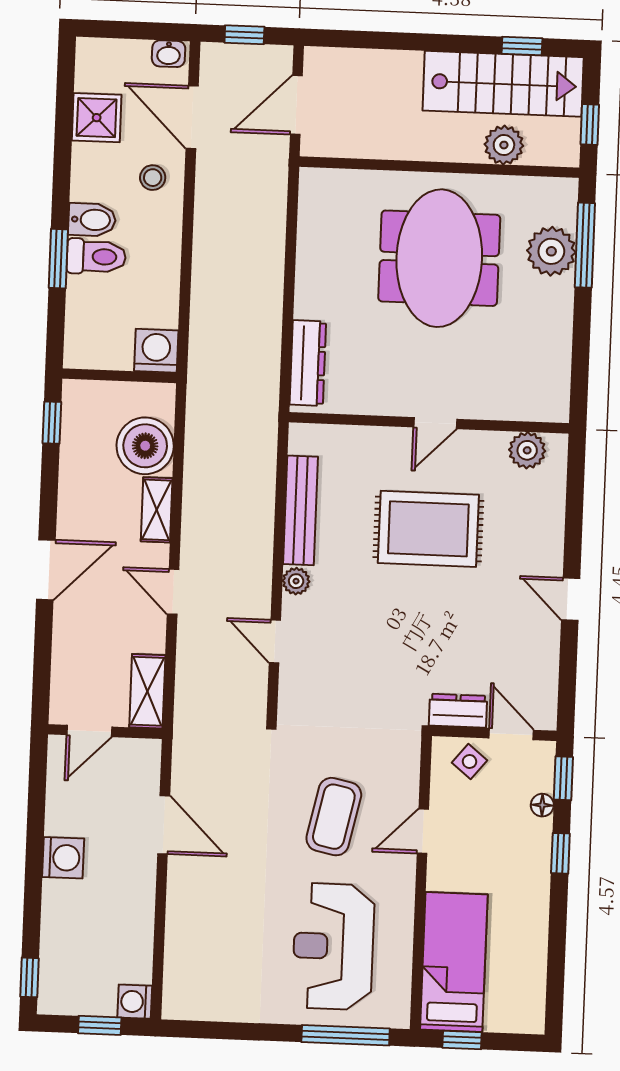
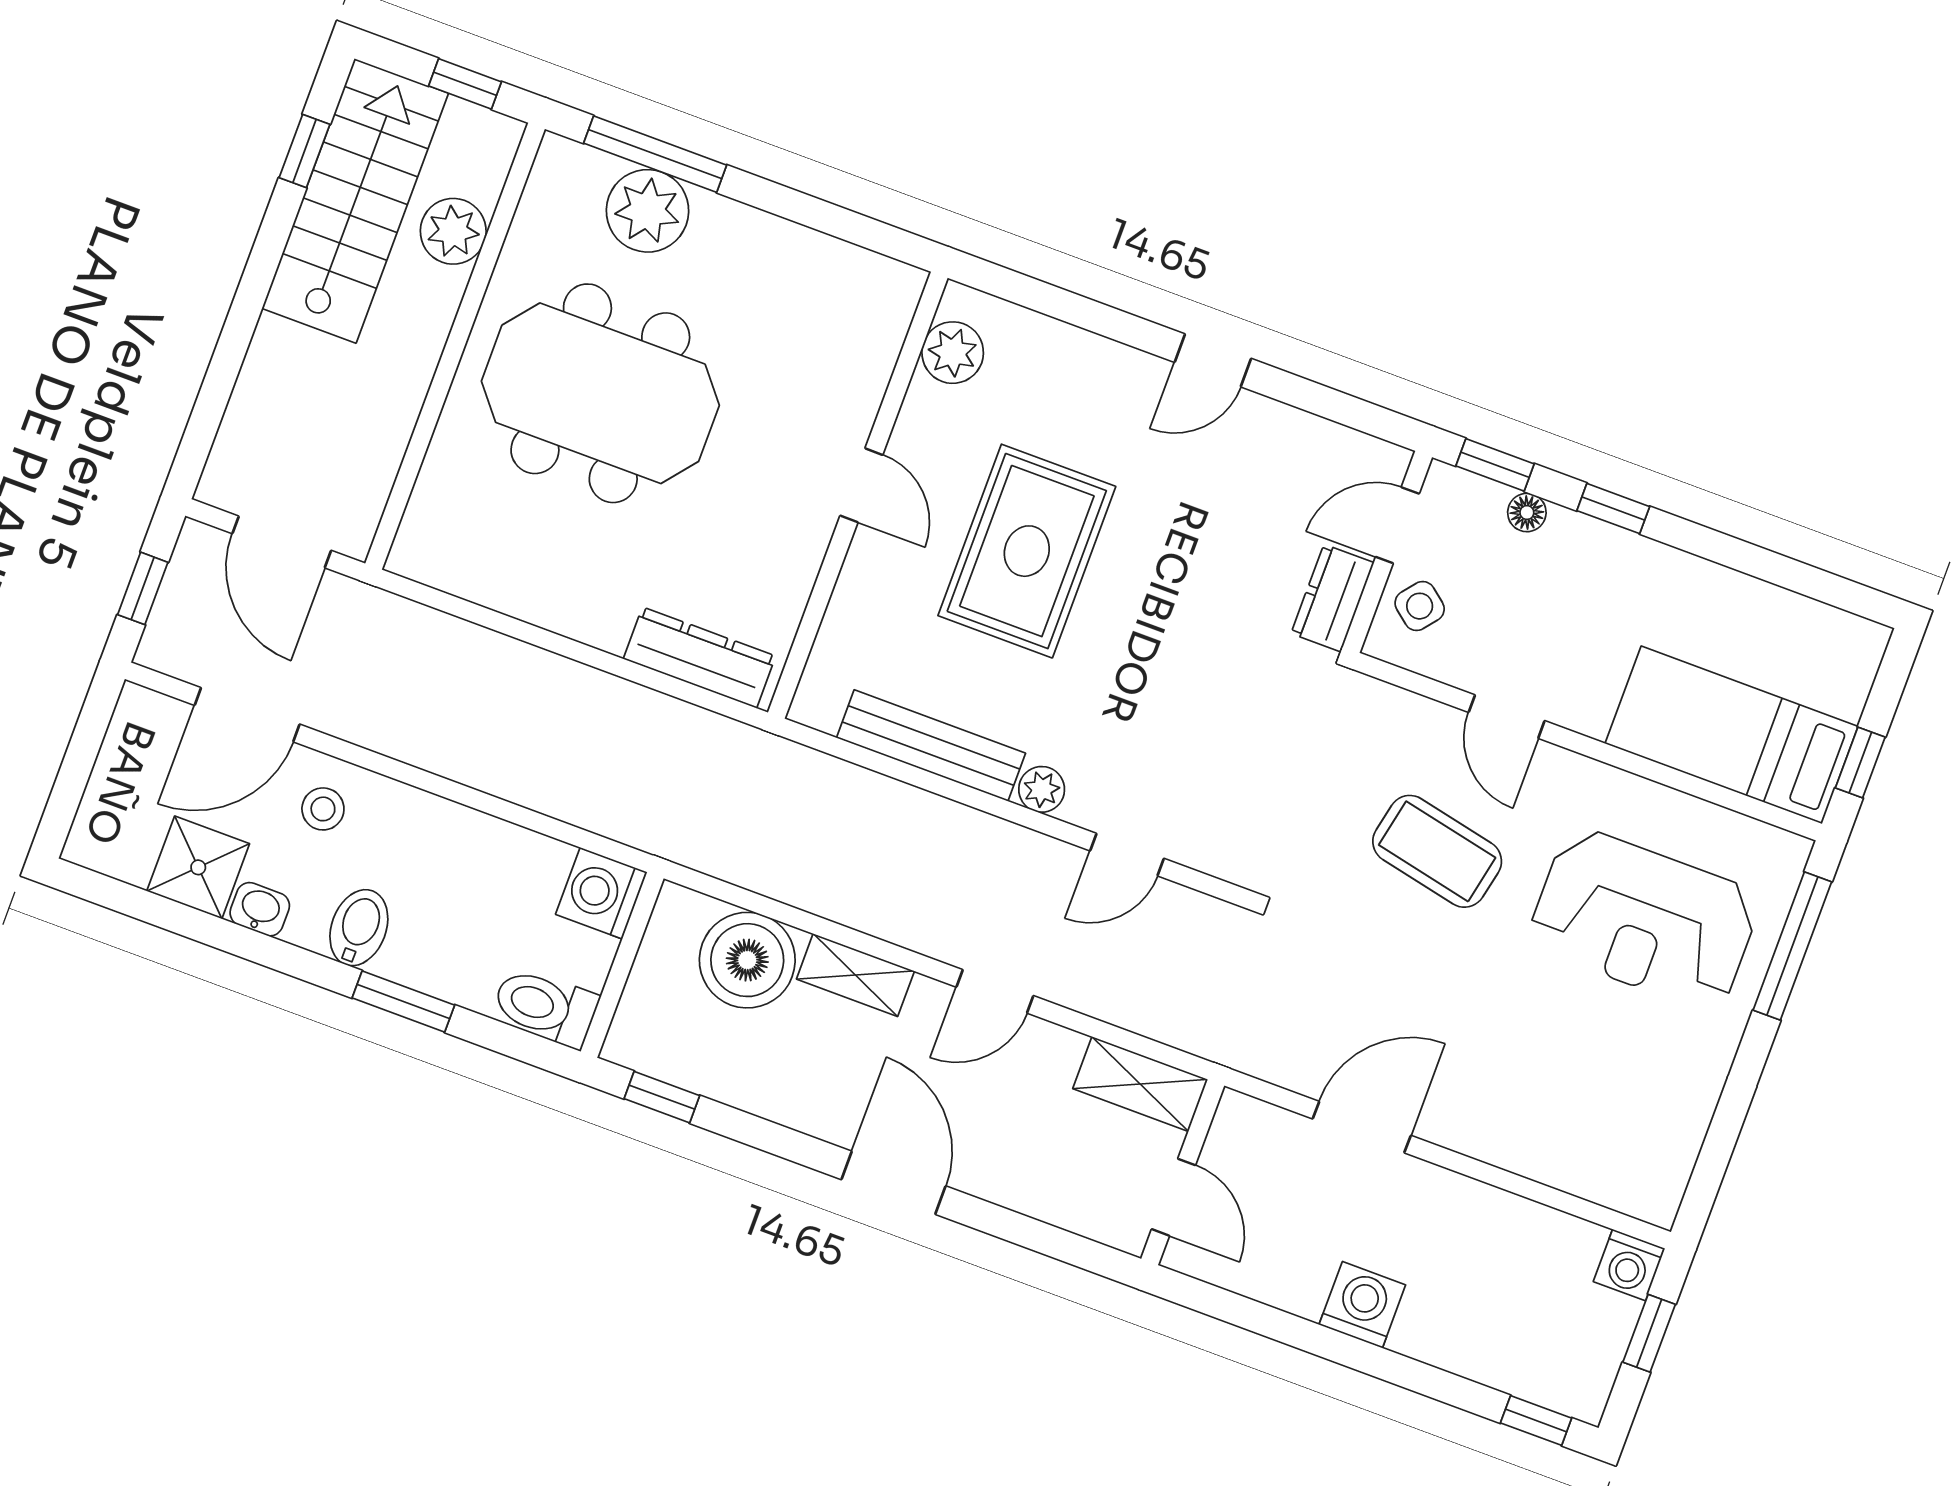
washbasin: (169, 54) -> (260, 909), moved, turned -90
toilet: (96, 257) -> (545, 1007), moved, turned -90

